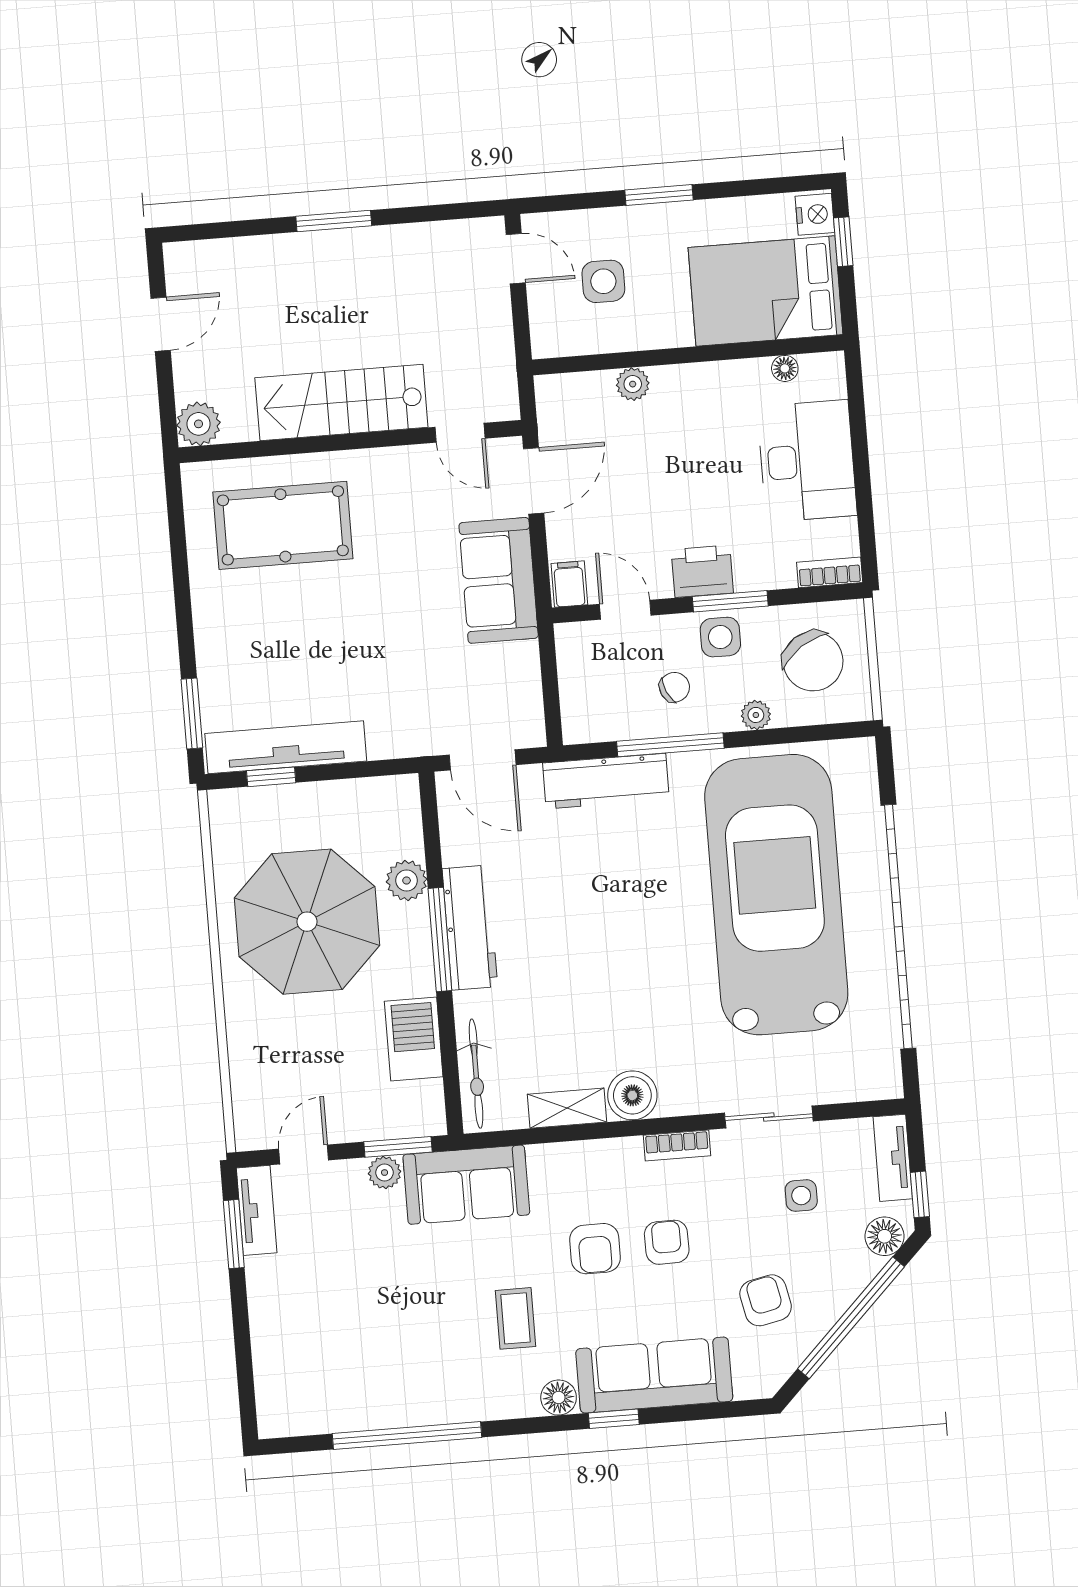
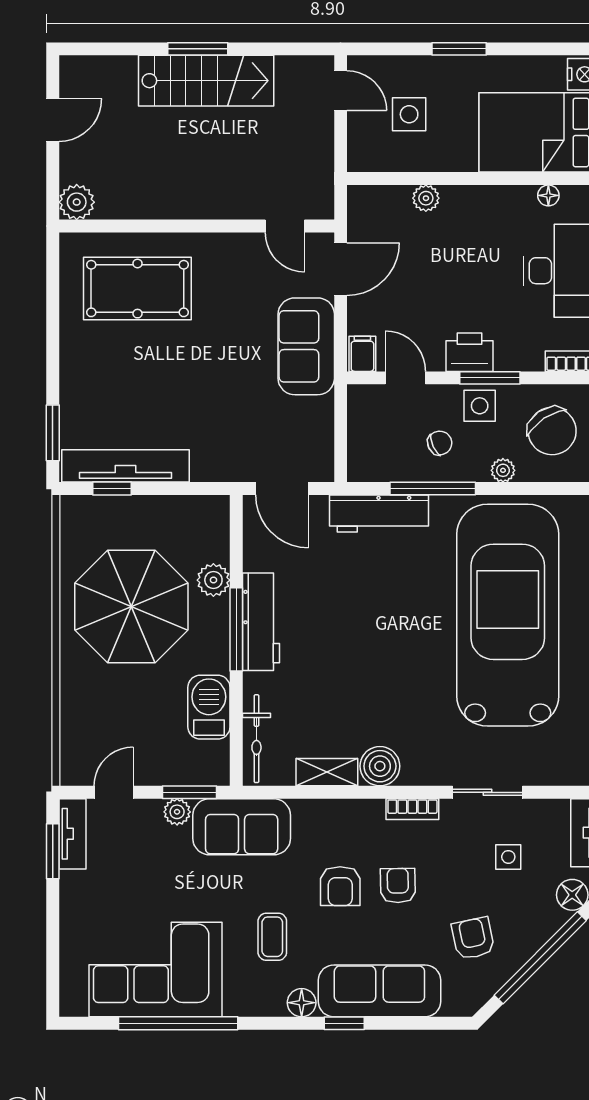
stairs: (341, 403) -> (206, 81), moved, turned 180
corner sofa: (373, 1371) -> (156, 969), added

